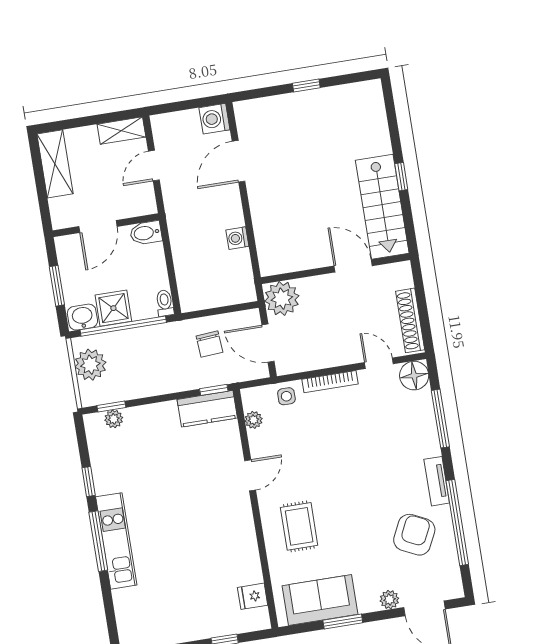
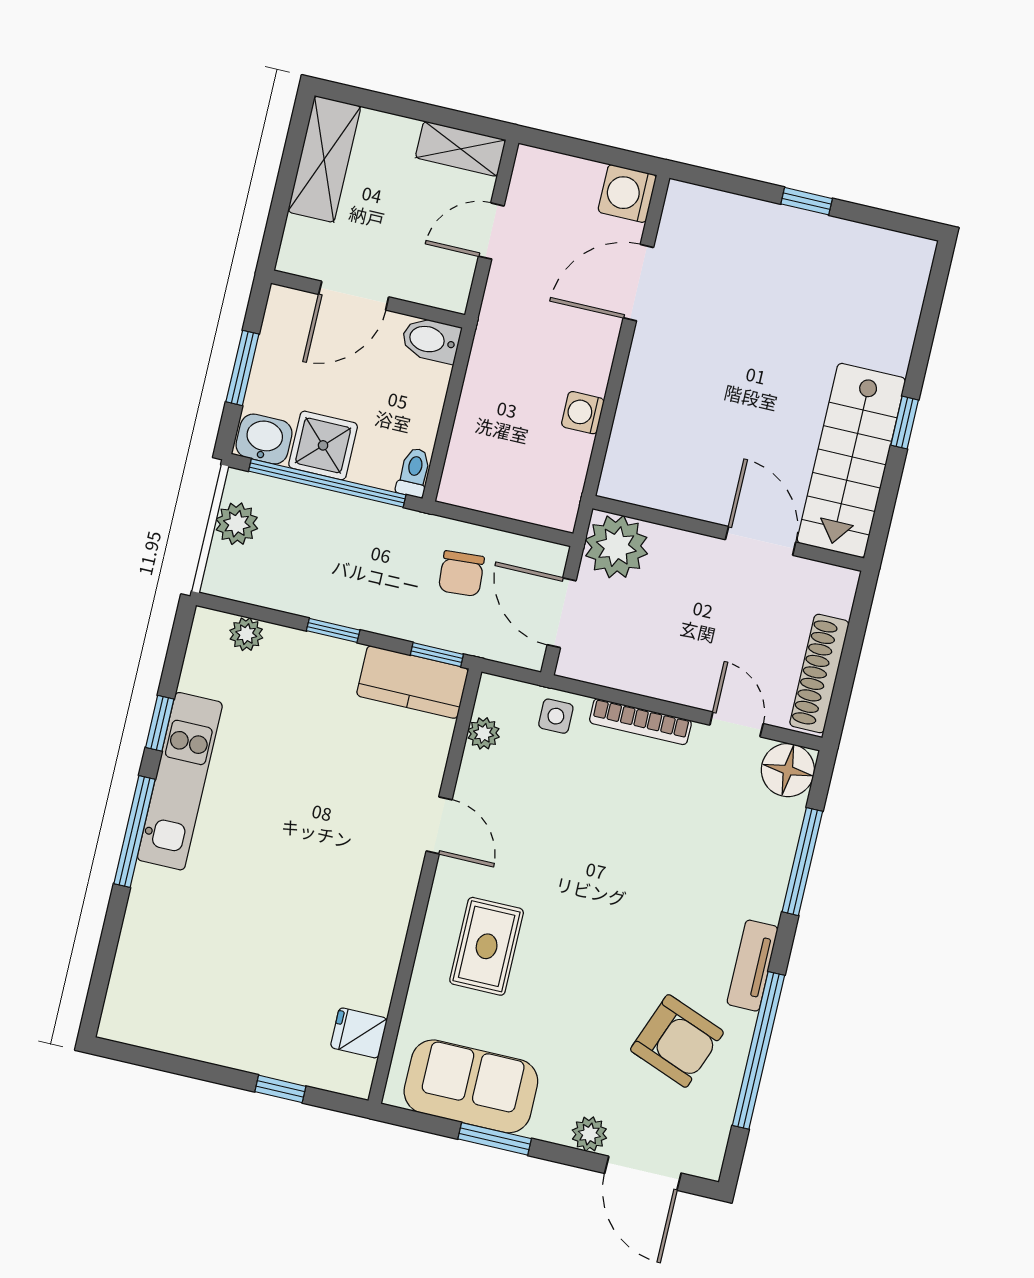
plant: (90, 365) -> (237, 524), width x0.73, depth x0.73
window: (111, 406) -> (333, 630), moved
door: (250, 475) -> (439, 825), hinge flipped
armchair: (414, 535) -> (677, 1041), turned 85
kitchen unit: (116, 541) -> (180, 781), moved

